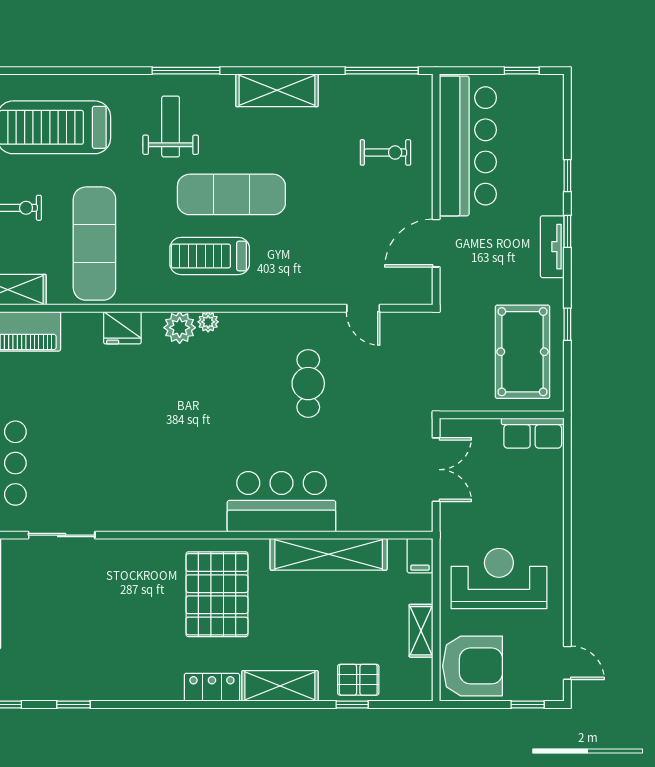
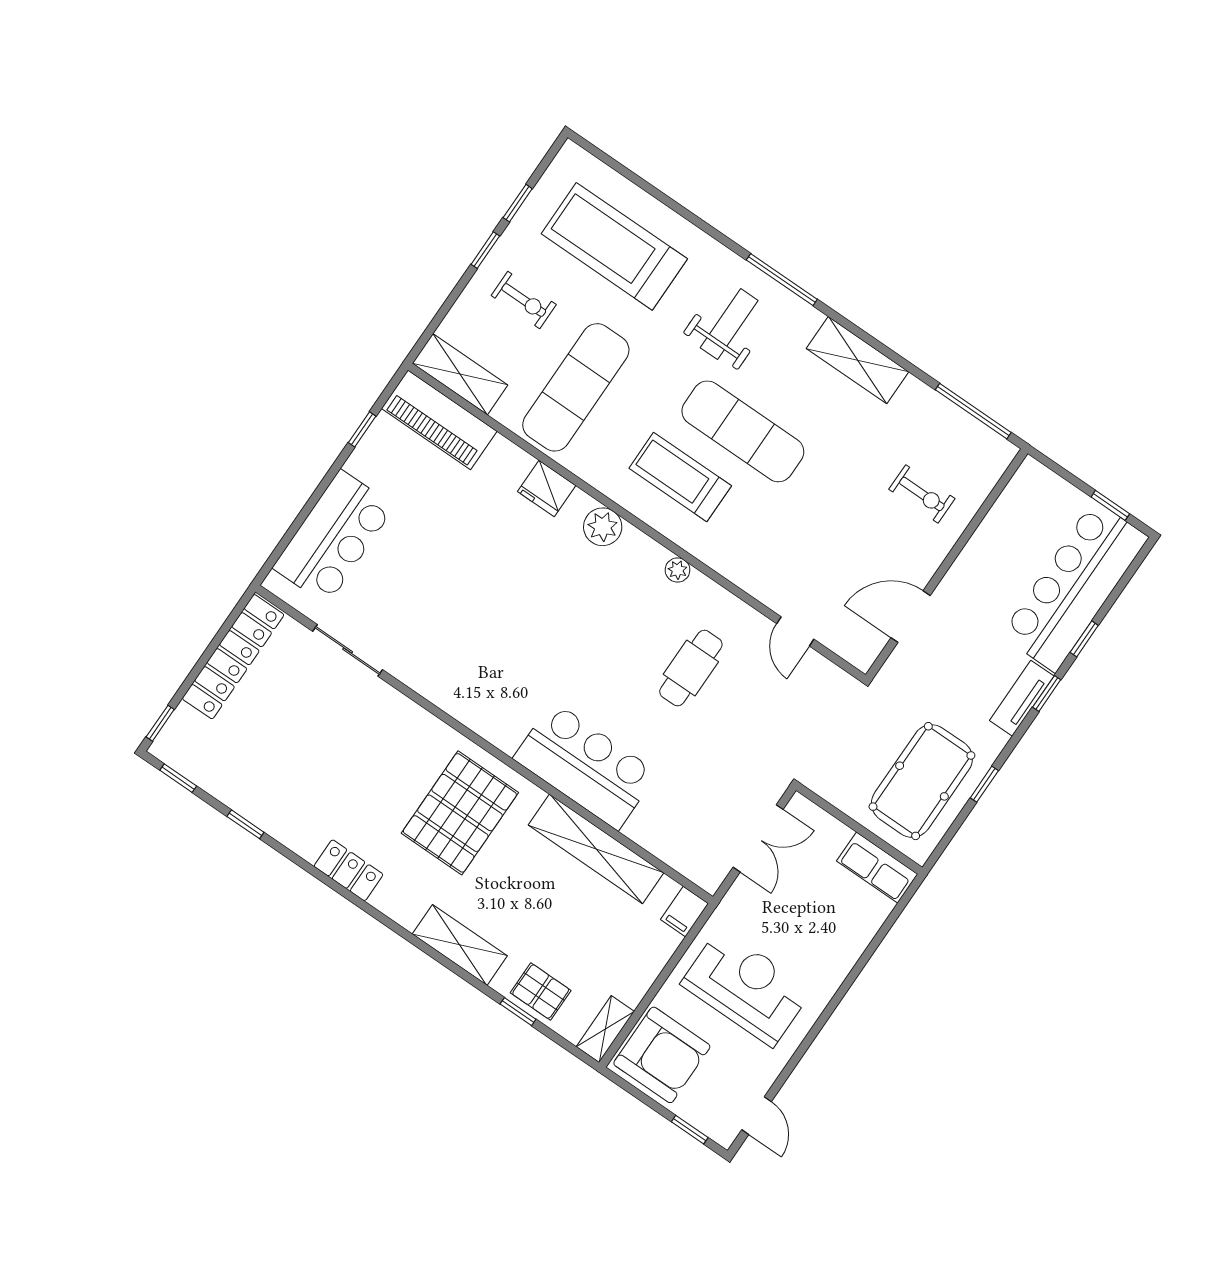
bar counter: (468, 146) -> (1075, 586), moved, turned 180
plant: (208, 322) -> (678, 570), moved
shelving: (421, 631) -> (605, 1029), moved
locker: (212, 687) -> (349, 870), moved

